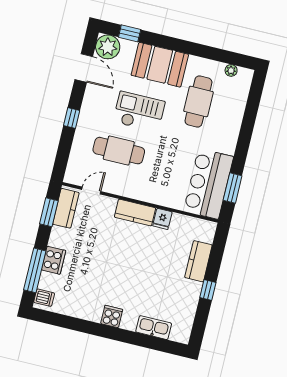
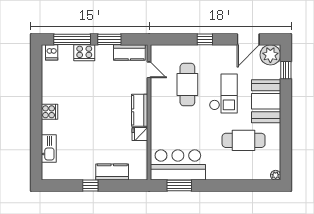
plant: (231, 70) -> (276, 175), moved
window: (49, 212) -> (109, 39), moved

